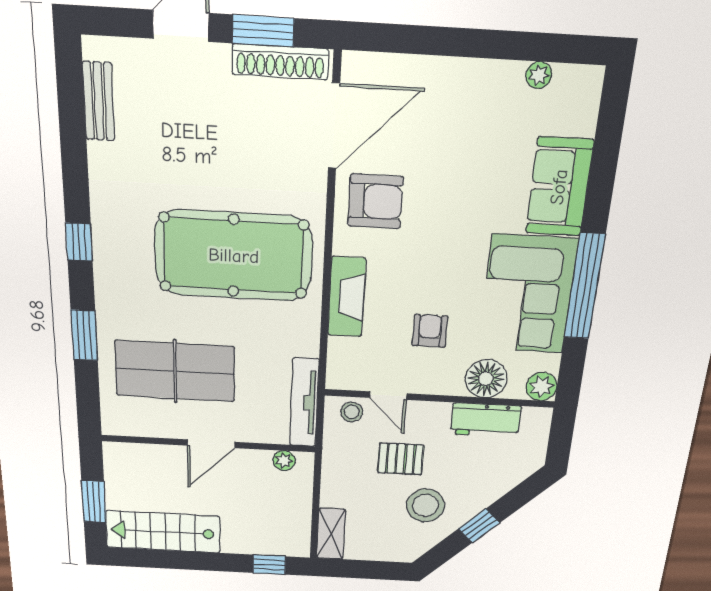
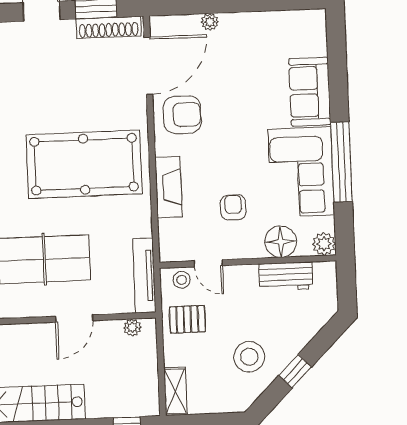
plant: (539, 75) -> (210, 22), moved
pallet: (401, 459) -> (187, 319), moved

